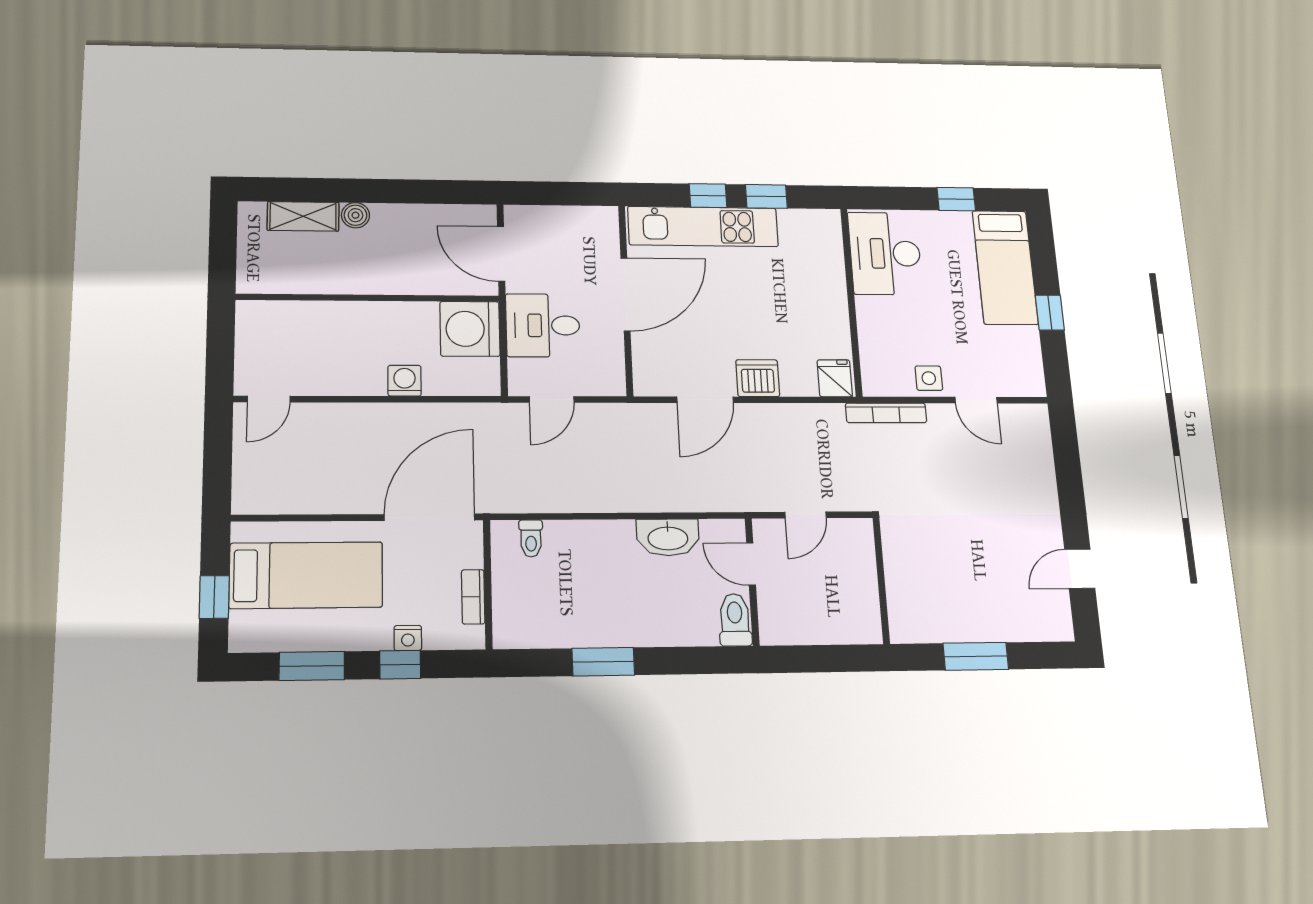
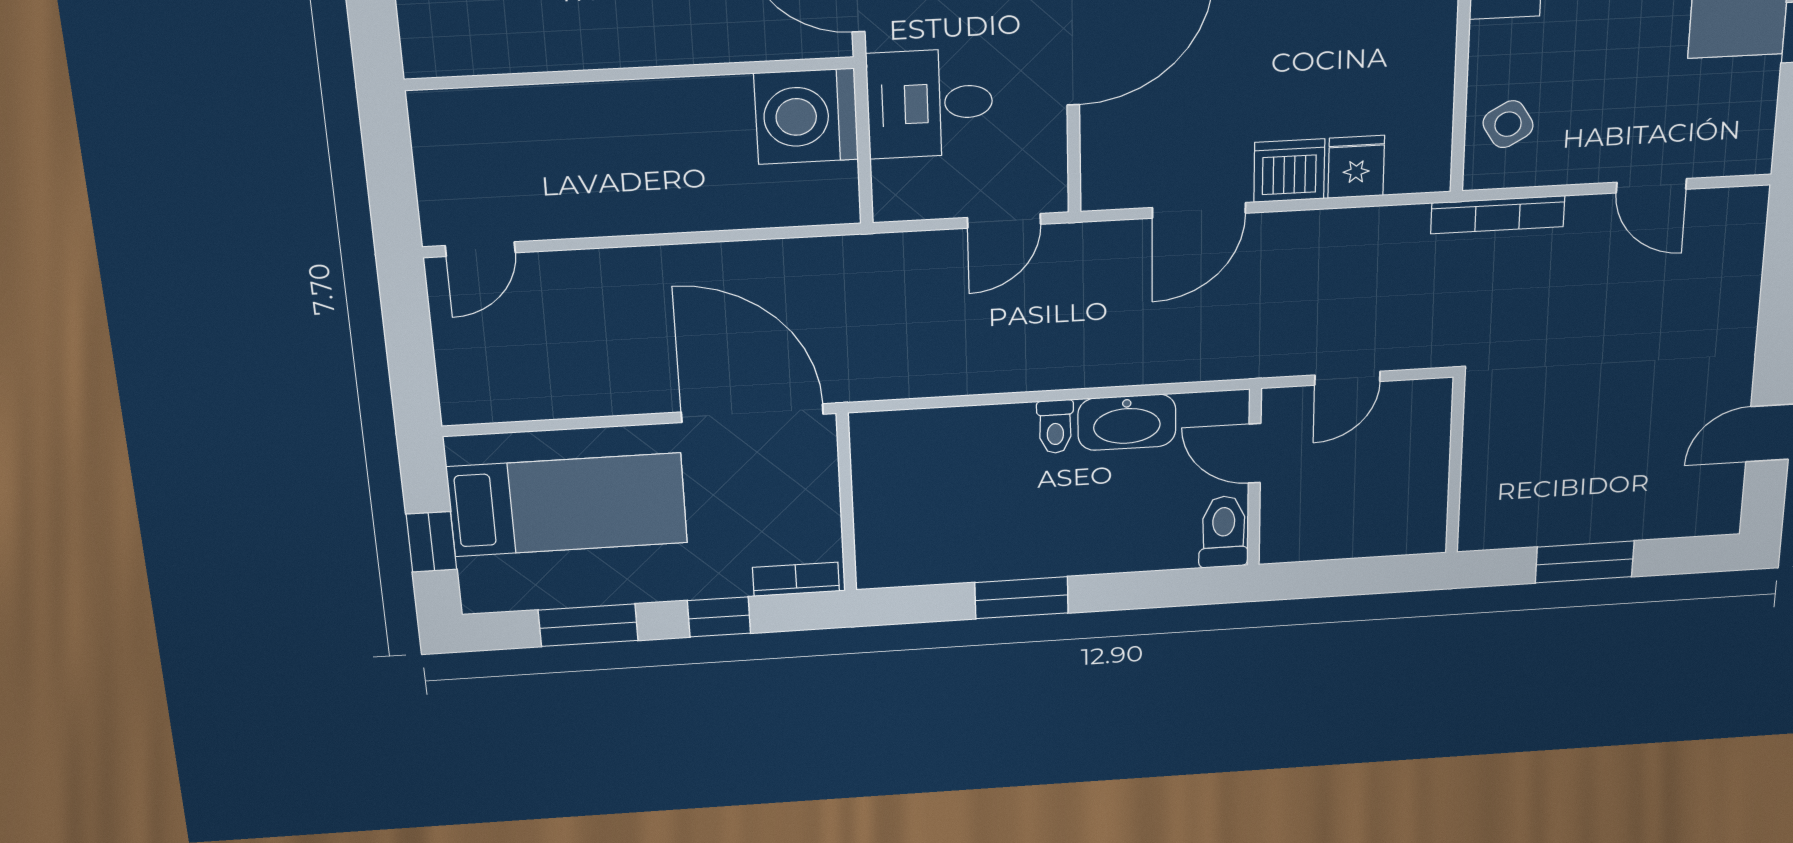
fridge: (835, 378) -> (1356, 167), moved
side table: (929, 378) -> (1508, 124), moved, turned -31
washing machine: (405, 381) -> (701, 208), removed
door: (552, 399) -> (1004, 221), moved
door: (429, 517) -> (752, 413), hinge flipped
toilet: (531, 538) -> (1055, 427), moved
bookcase: (473, 597) -> (796, 579), moved, turned 90
nightstand: (408, 638) -> (728, 582), removed

